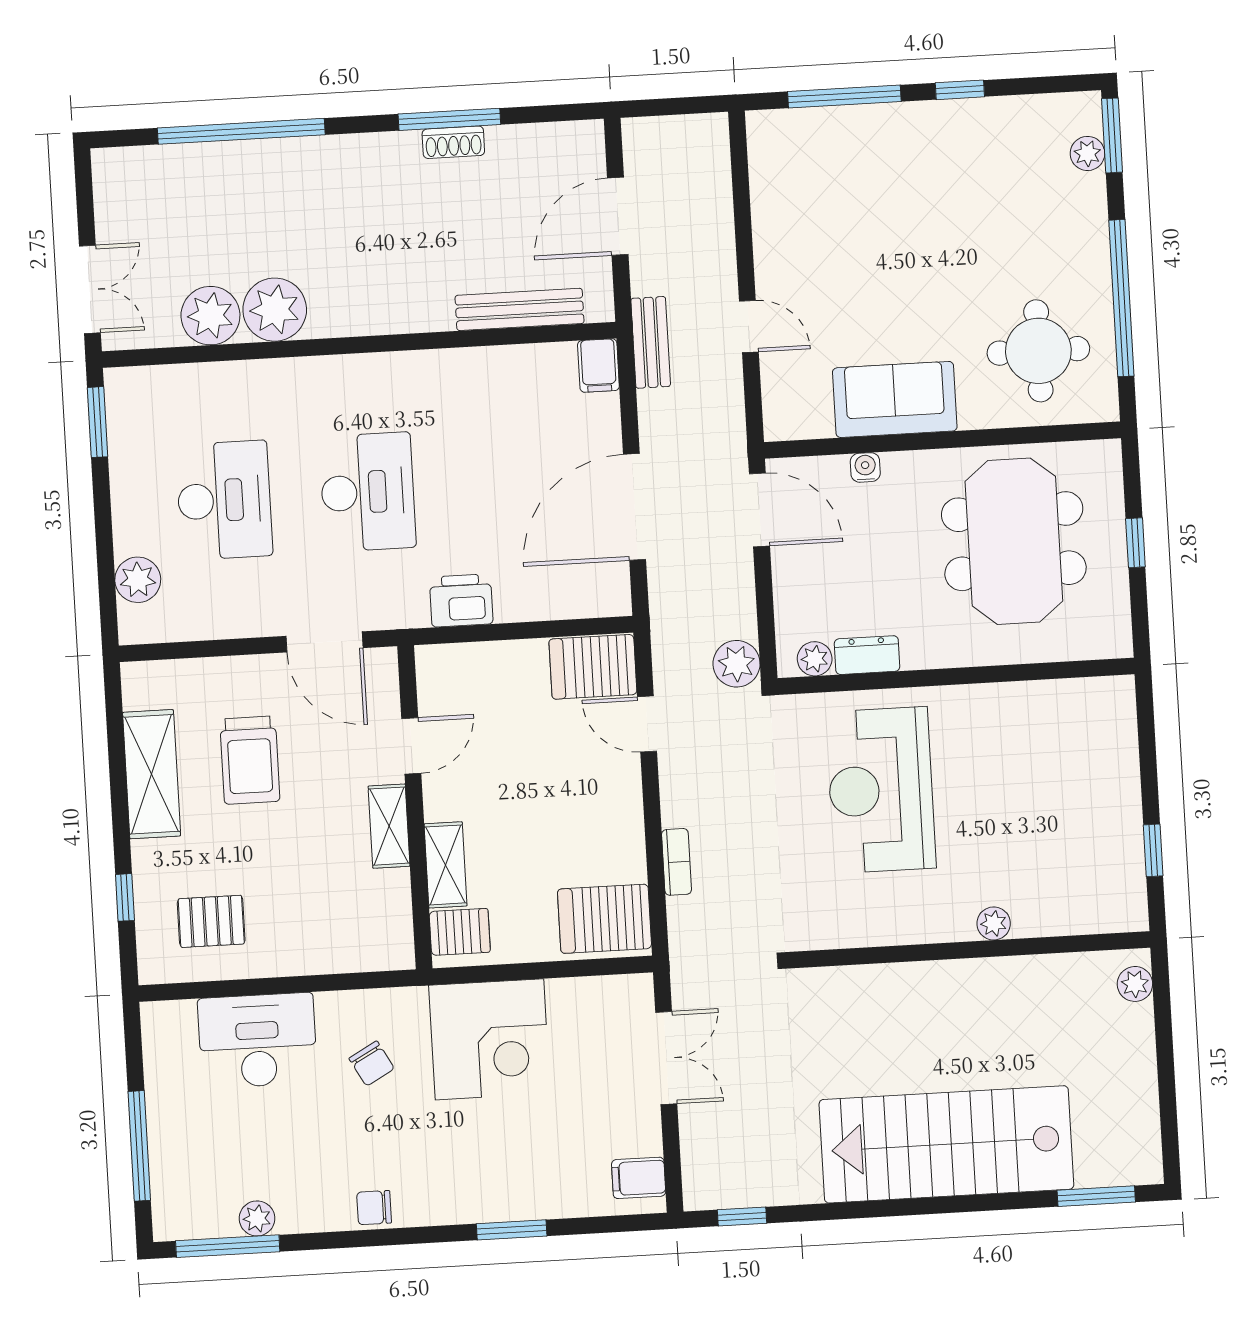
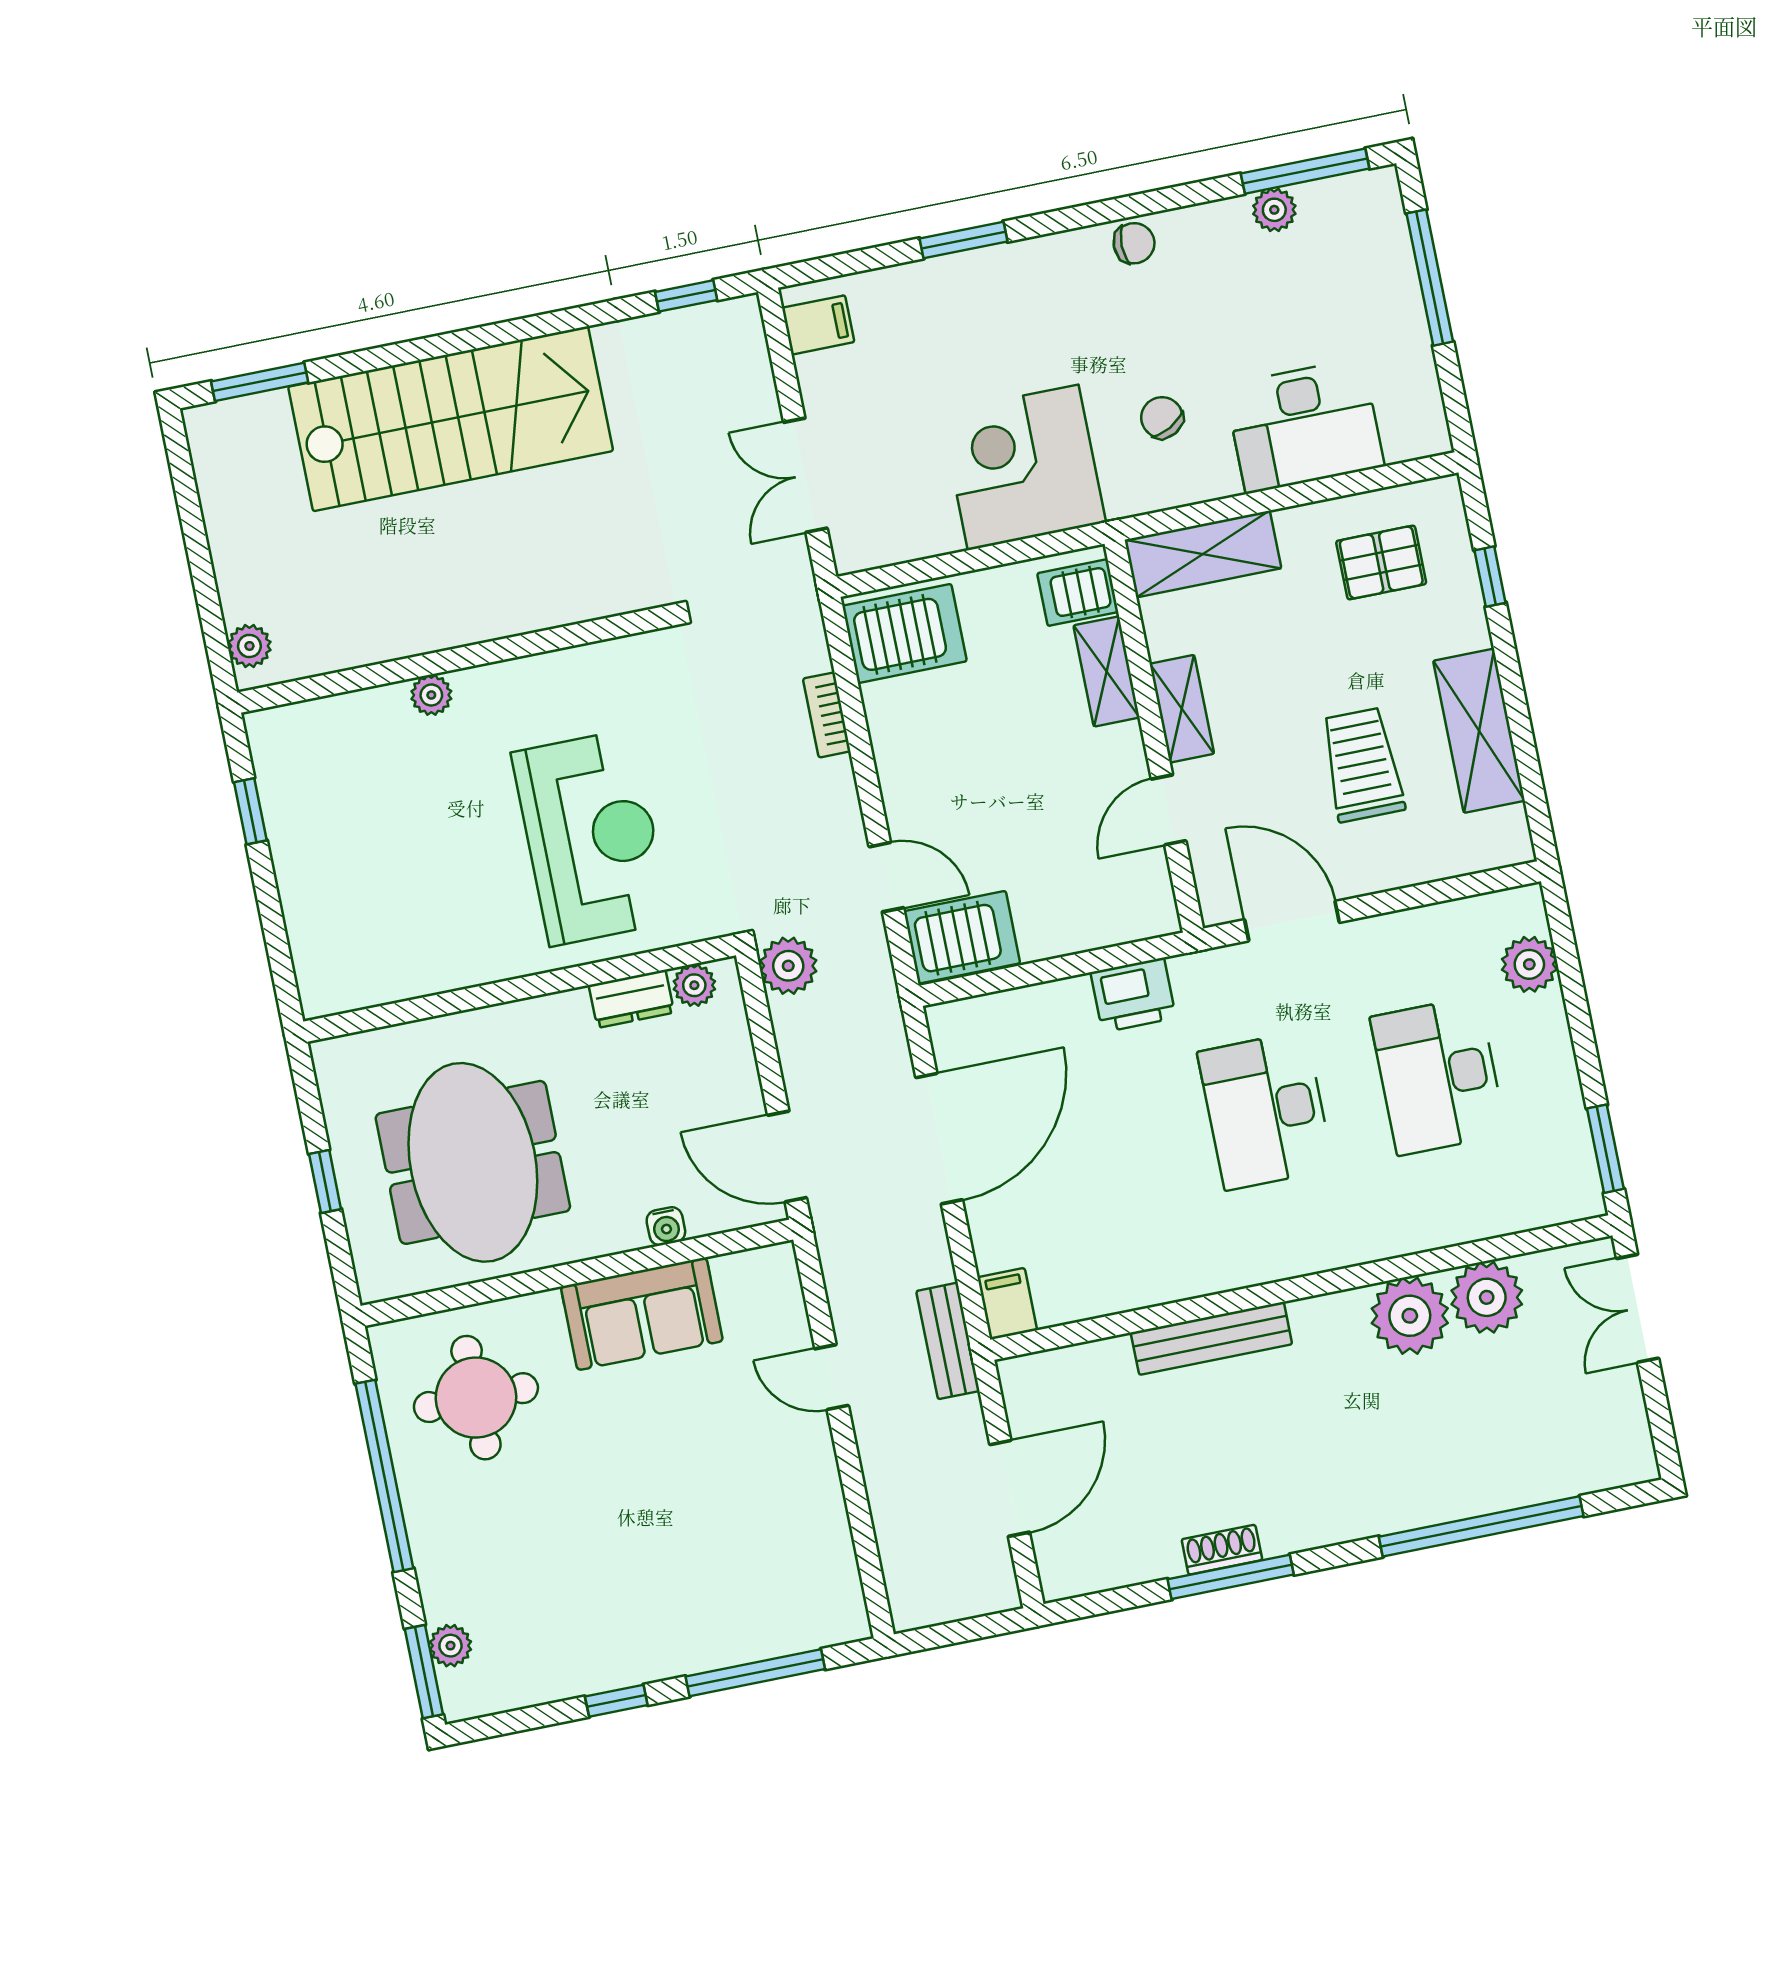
bench: (520, 309) -> (1211, 1338), moved
shelving: (354, 949) -> (1203, 554), added

